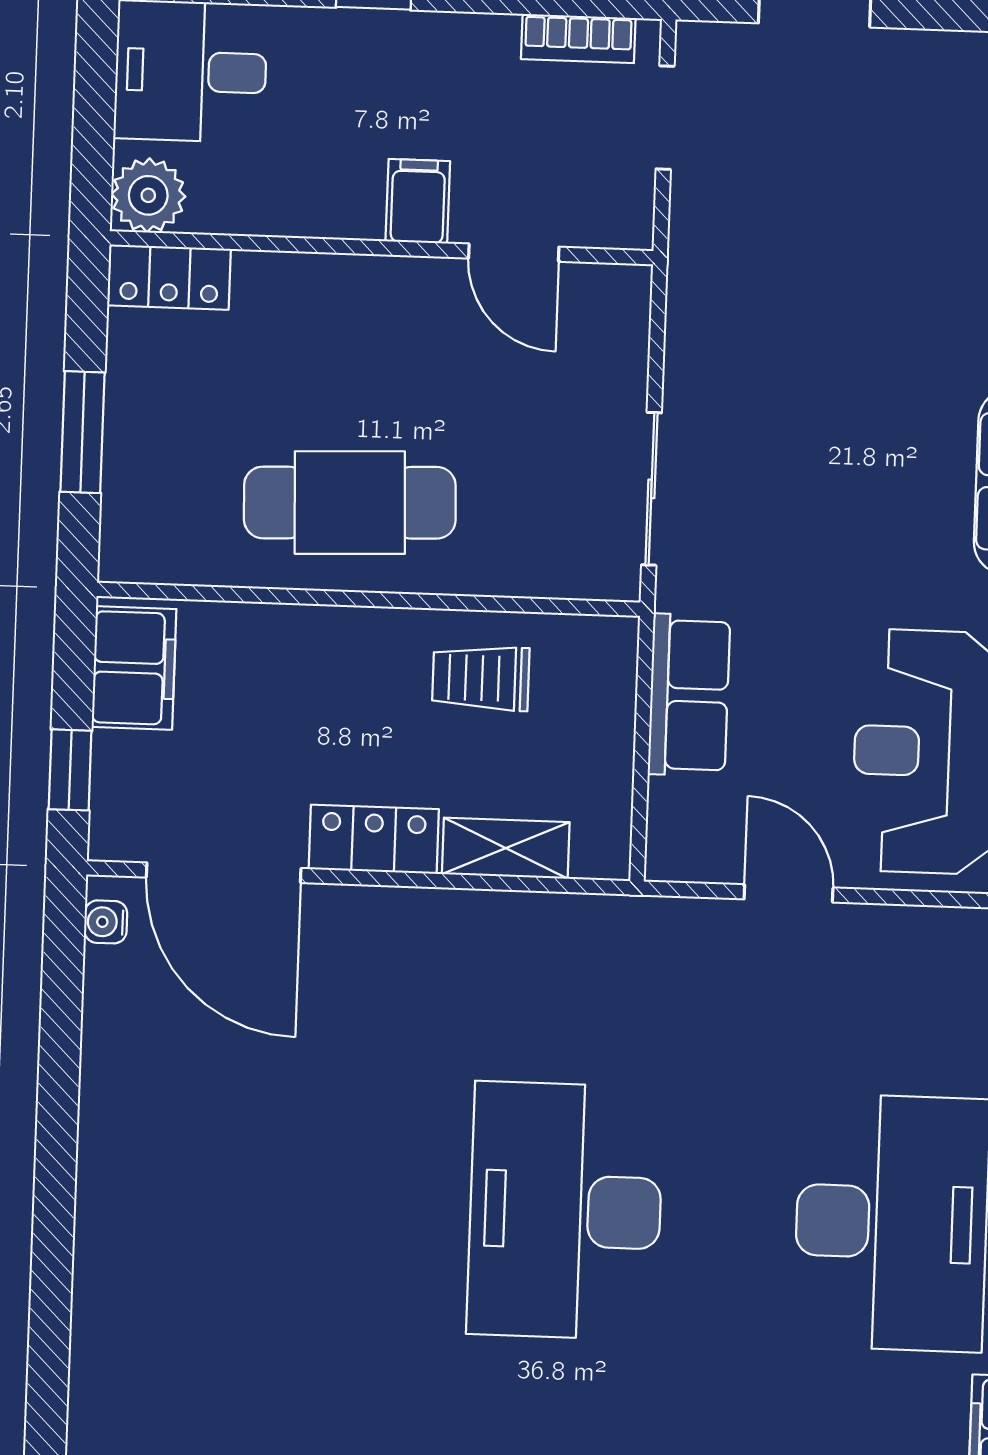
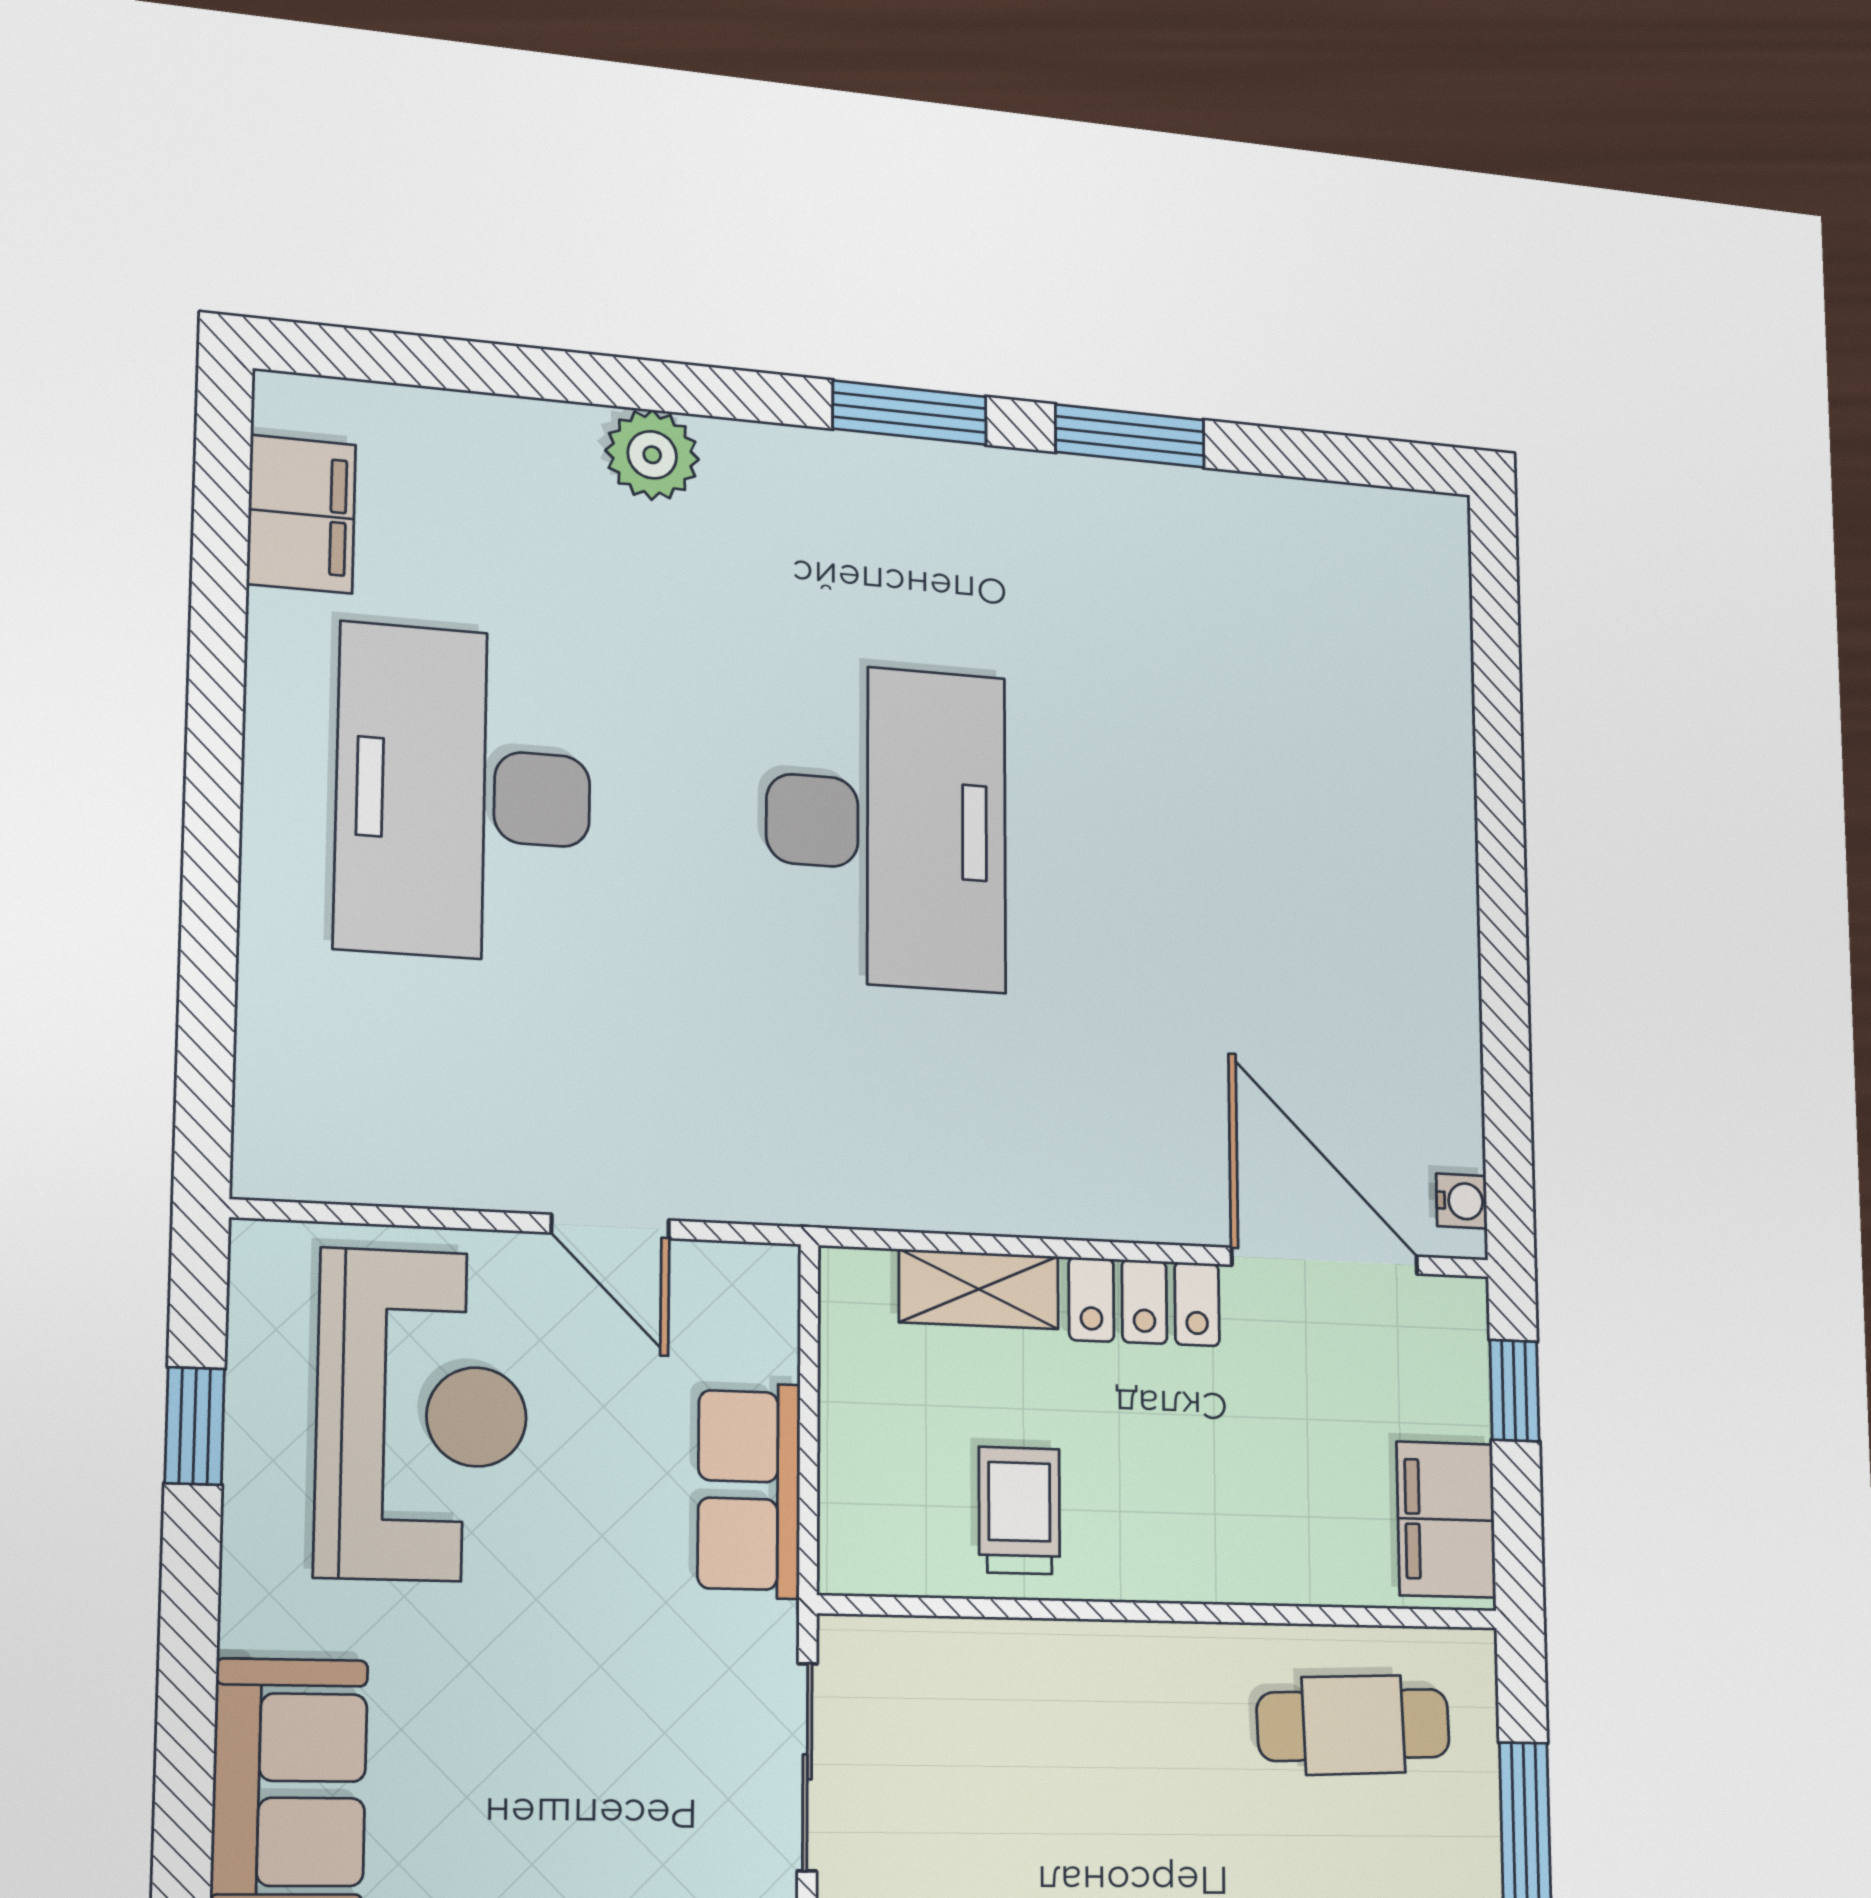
cafe table: (350, 503) -> (1353, 1725), moved, width x0.73, depth x0.74
trolley: (481, 678) -> (1019, 1510), turned -90

